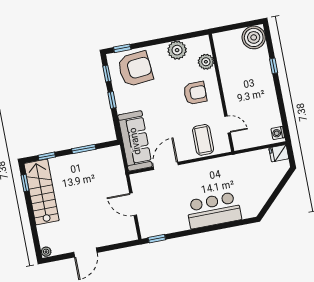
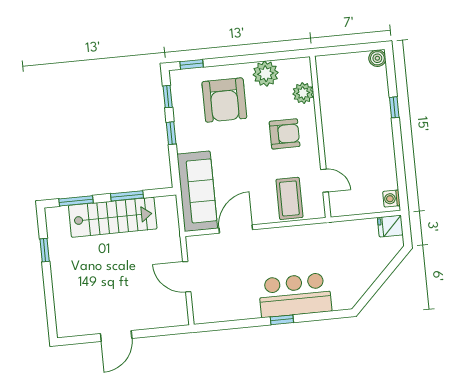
boiler: (254, 37) -> (377, 58), width x0.54, depth x0.54
armchair: (135, 69) -> (224, 100), moved, turned 95
window: (47, 156) -> (76, 201), width x1.50
window: (25, 183) -> (45, 250), moved
stairs: (42, 192) -> (113, 217), moved, turned 90
window: (157, 239) -> (282, 320), moved
plant: (46, 252) -> (63, 330), removed

